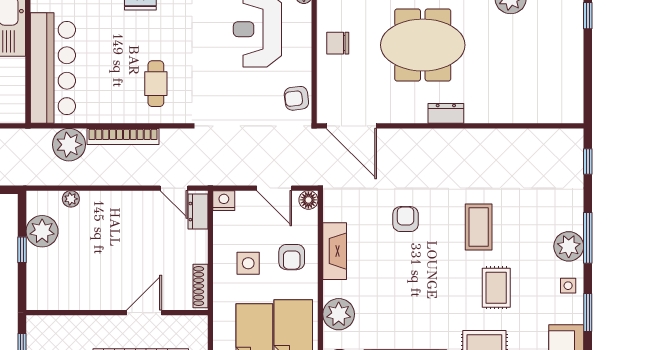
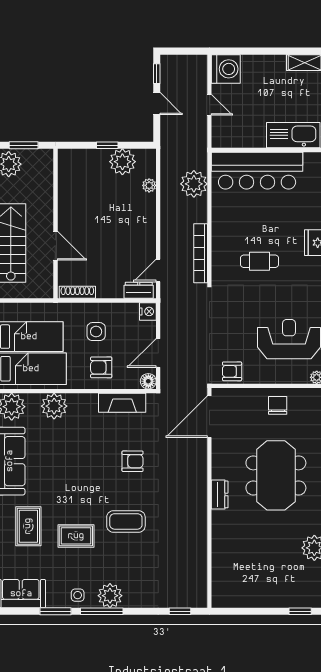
cafe table: (156, 84) -> (259, 261), moved
armchair: (296, 98) -> (232, 371), turned -83
bookcase: (123, 136) -> (201, 253), moved
window: (588, 238) -> (102, 611), moved
fireplace: (335, 251) -> (122, 403), moved

